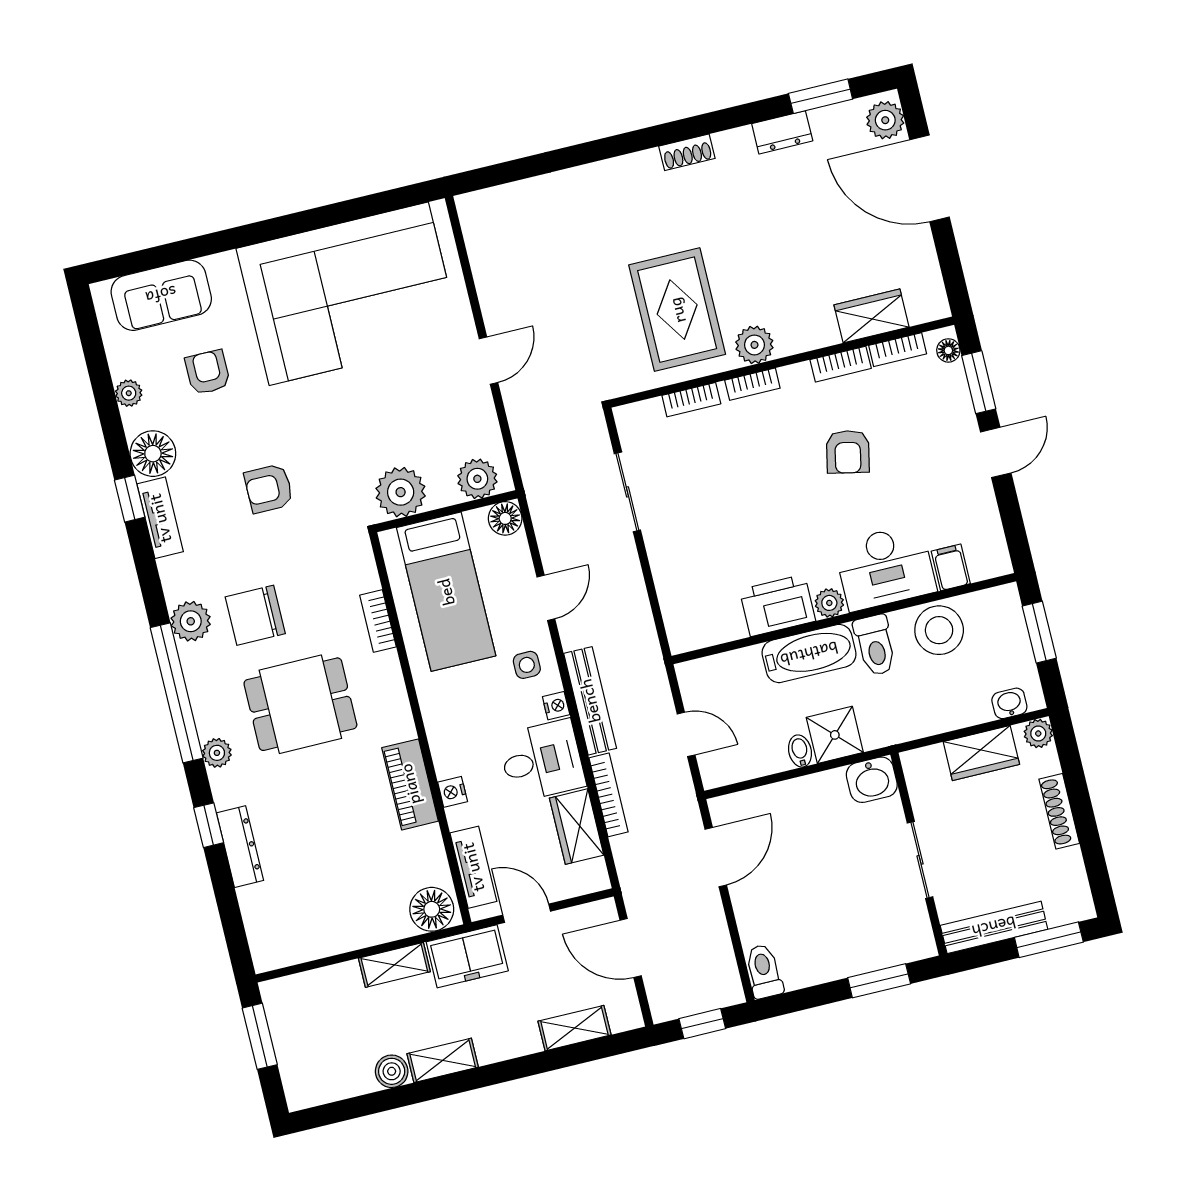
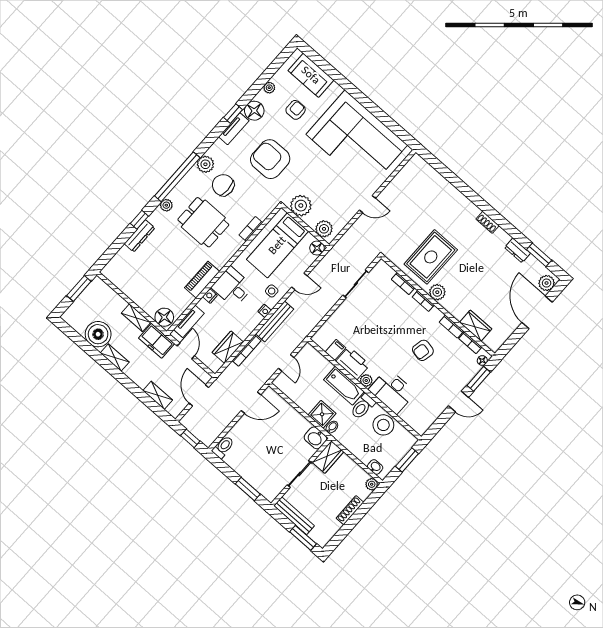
armchair: (269, 488) -> (270, 159), width x1.88, depth x1.88
filing cabinet: (951, 567) -> (335, 350), moved
bidet: (800, 751) -> (332, 427), moved
wardrobe: (981, 753) -> (328, 457), moved, turned -90
desk: (542, 761) -> (232, 287), moved, turned 180
boiler: (392, 1071) -> (98, 334), width x1.86, depth x1.86

